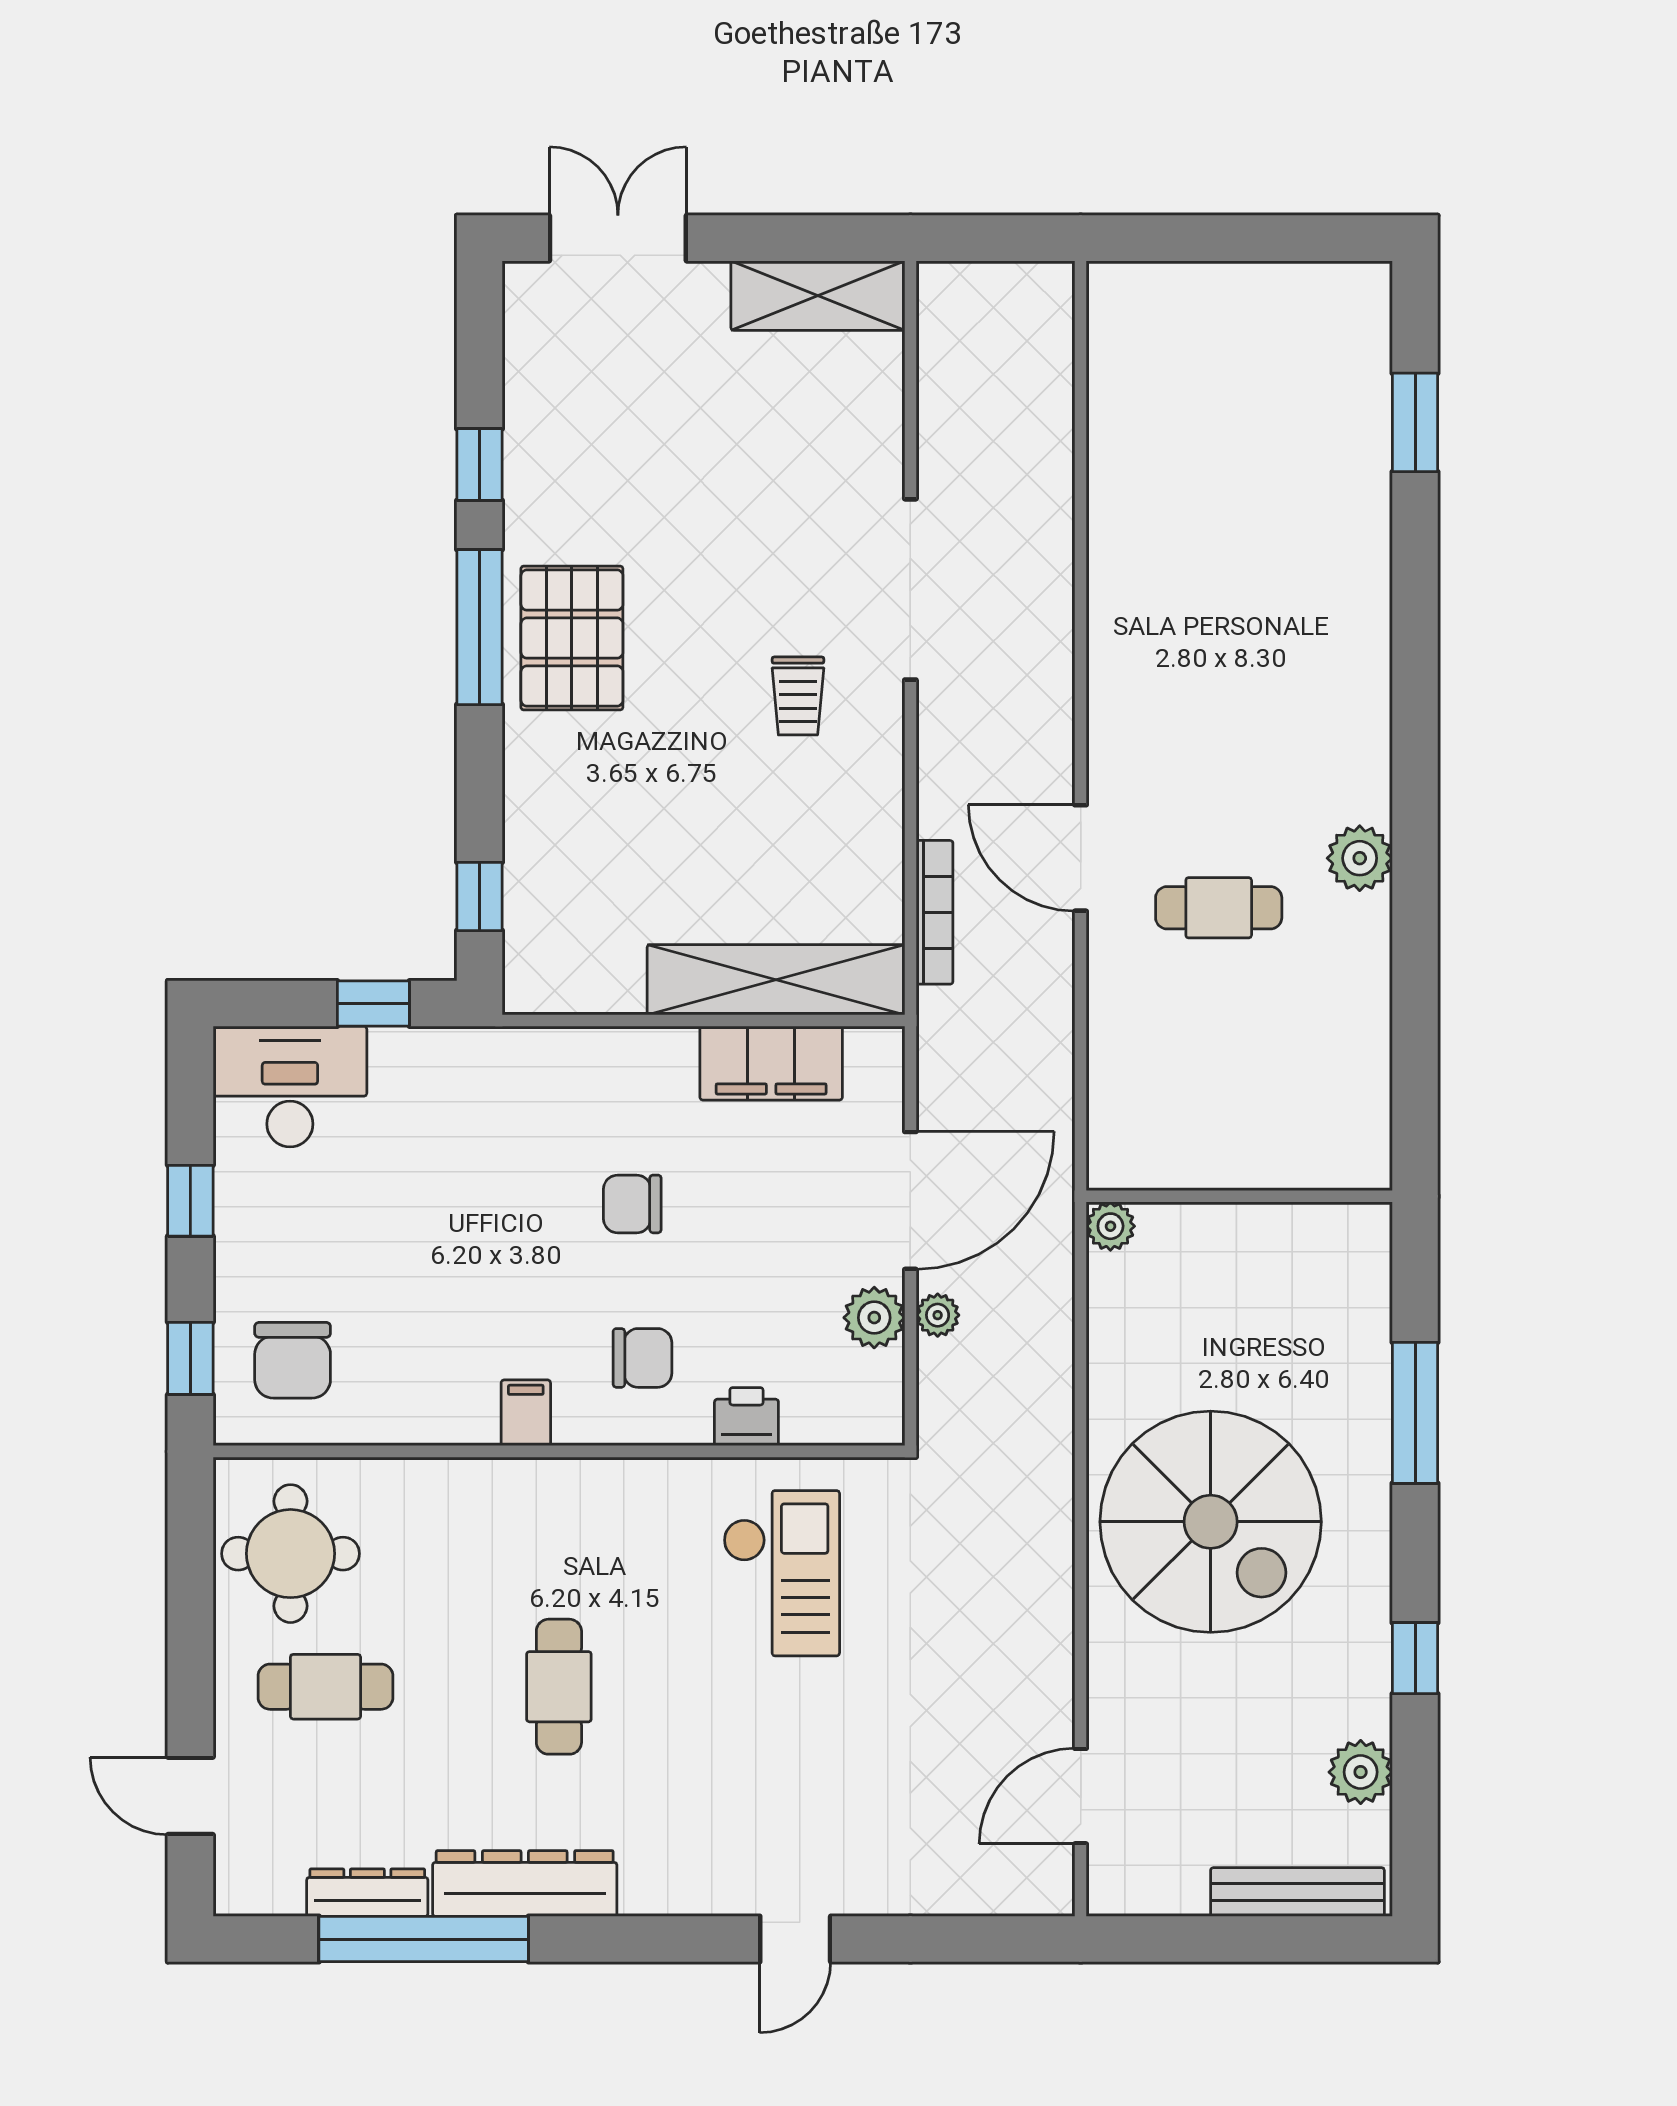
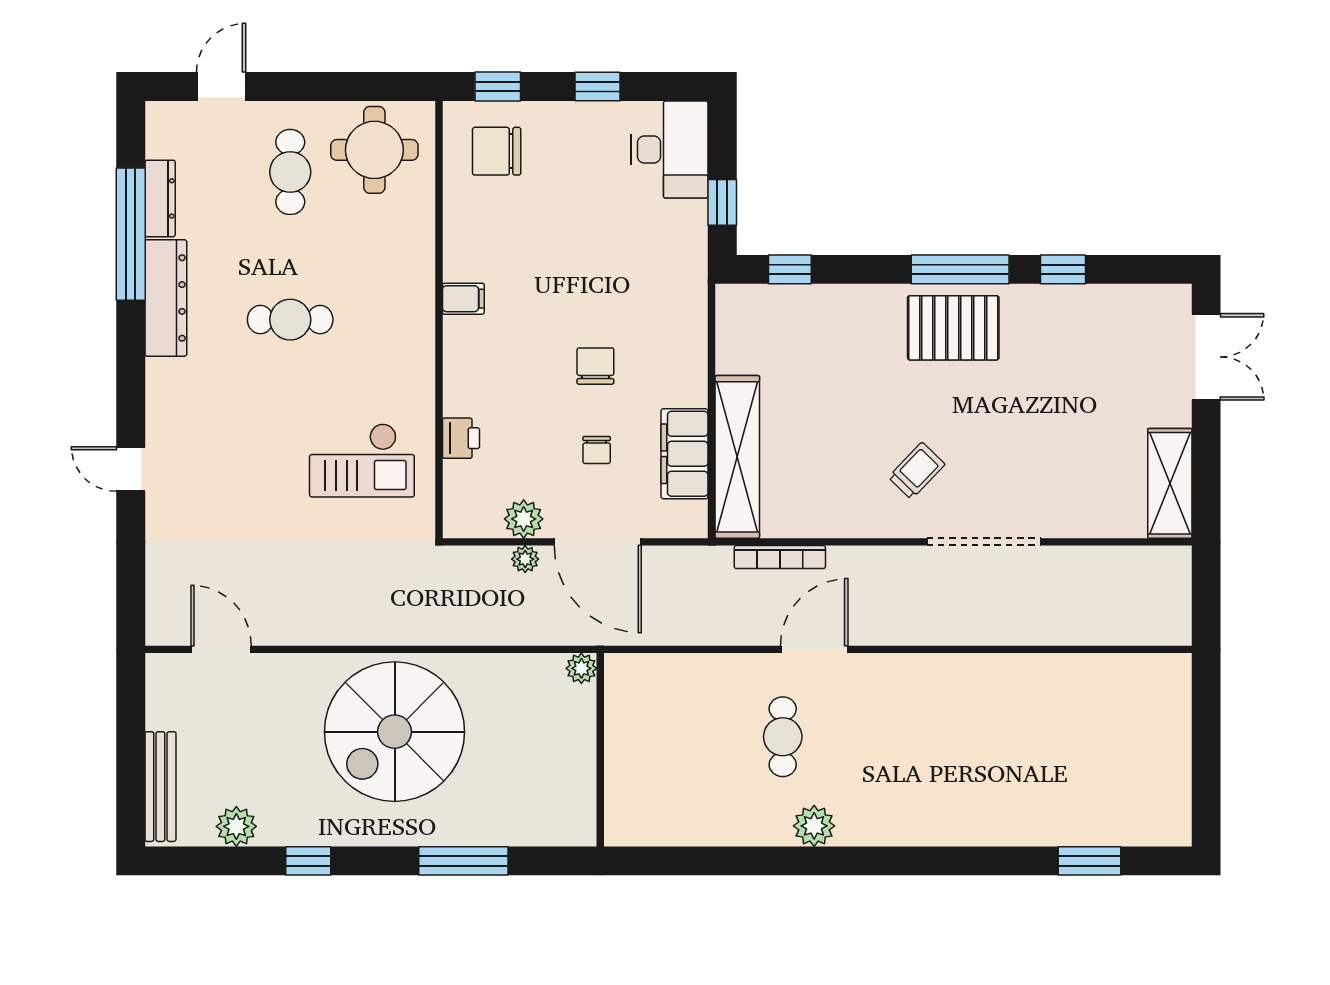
trolley: (798, 696) -> (917, 471), turned 134
chair: (642, 1358) -> (597, 450), moved, width x0.73, depth x0.73

